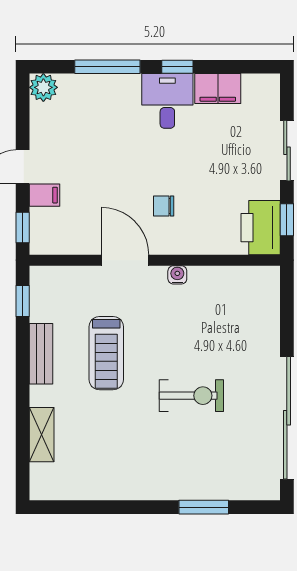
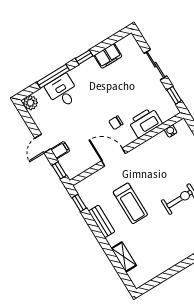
desk: (167, 101) -> (62, 91), moved
printer: (261, 228) -> (145, 122), moved, turned 90
water cooler: (177, 275) -> (171, 131), moved

